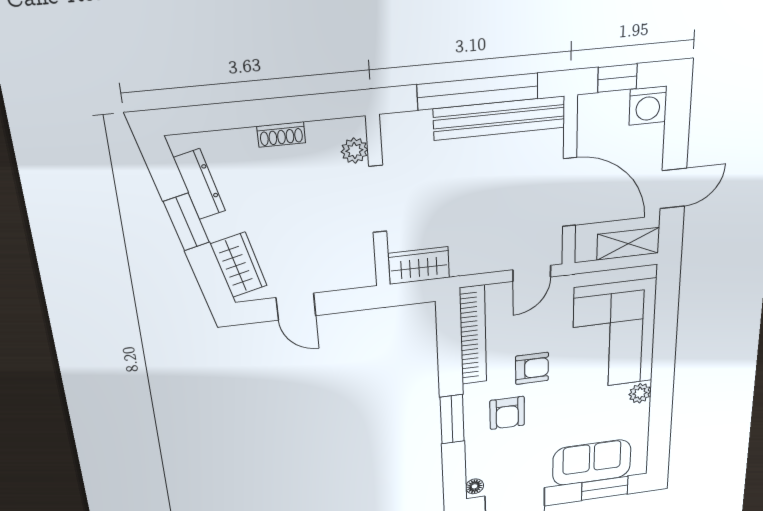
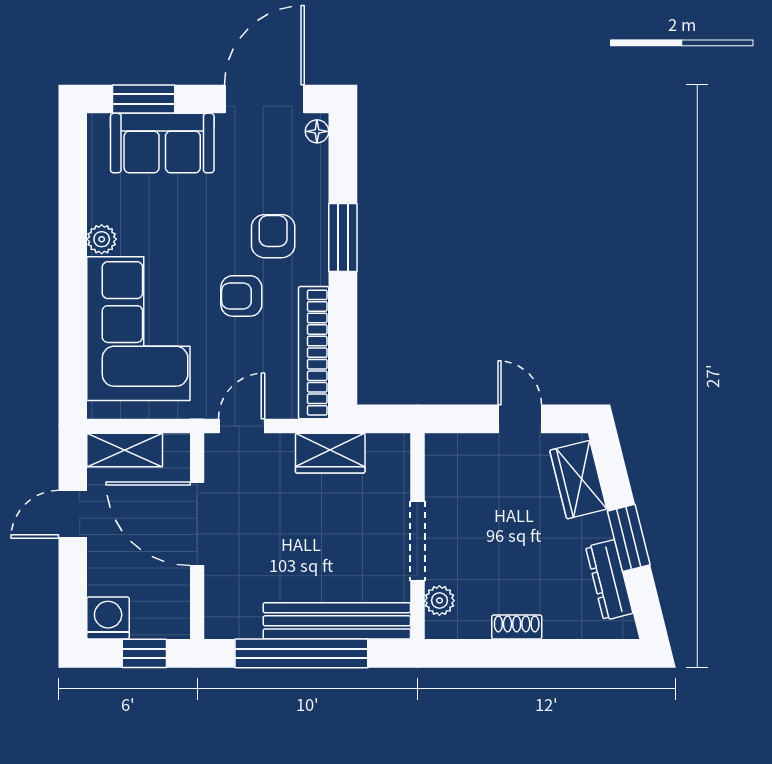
bench: (499, 118) -> (337, 621), moved
wardrobe: (419, 265) -> (330, 453), moved

